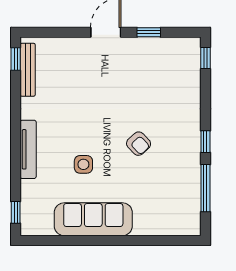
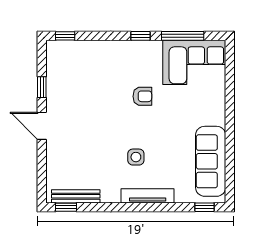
armchair: (139, 144) -> (142, 96), turned 43
side table: (83, 164) -> (136, 157), moved
corner sofa: (176, 201) -> (194, 62), added
sofa: (93, 219) -> (211, 161), moved

